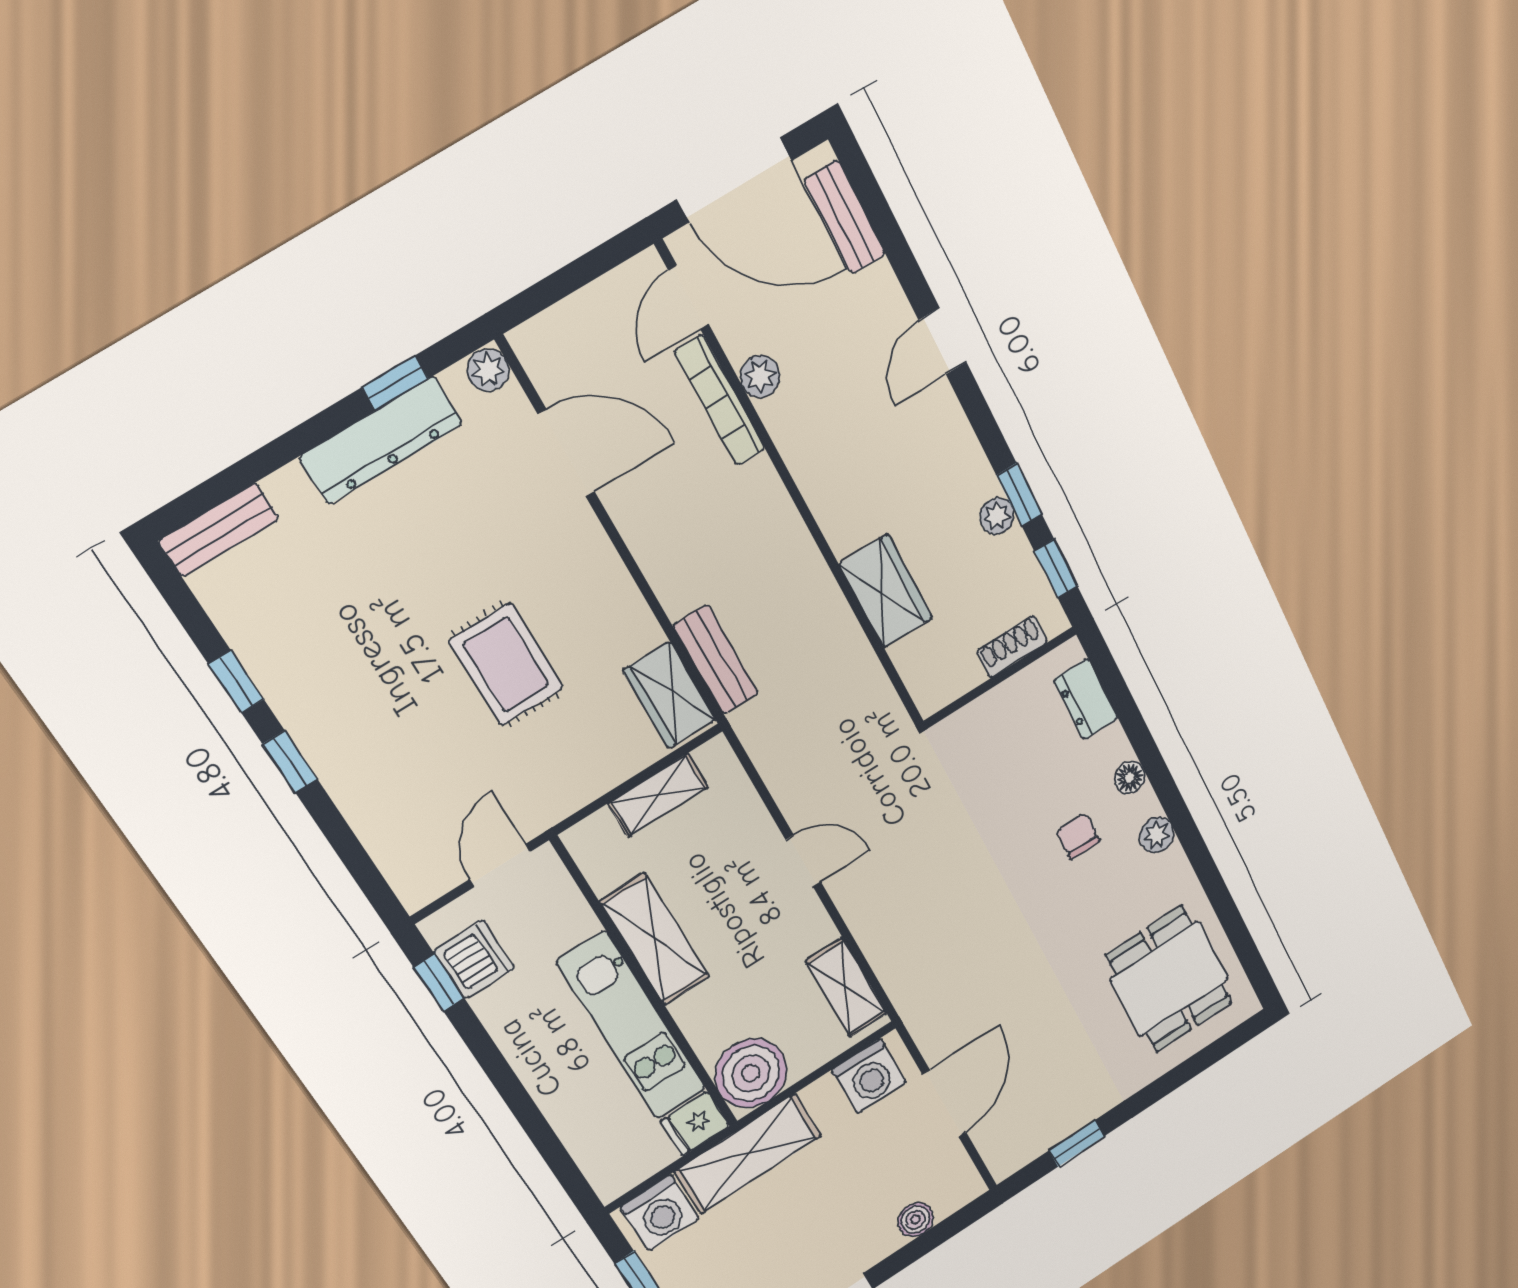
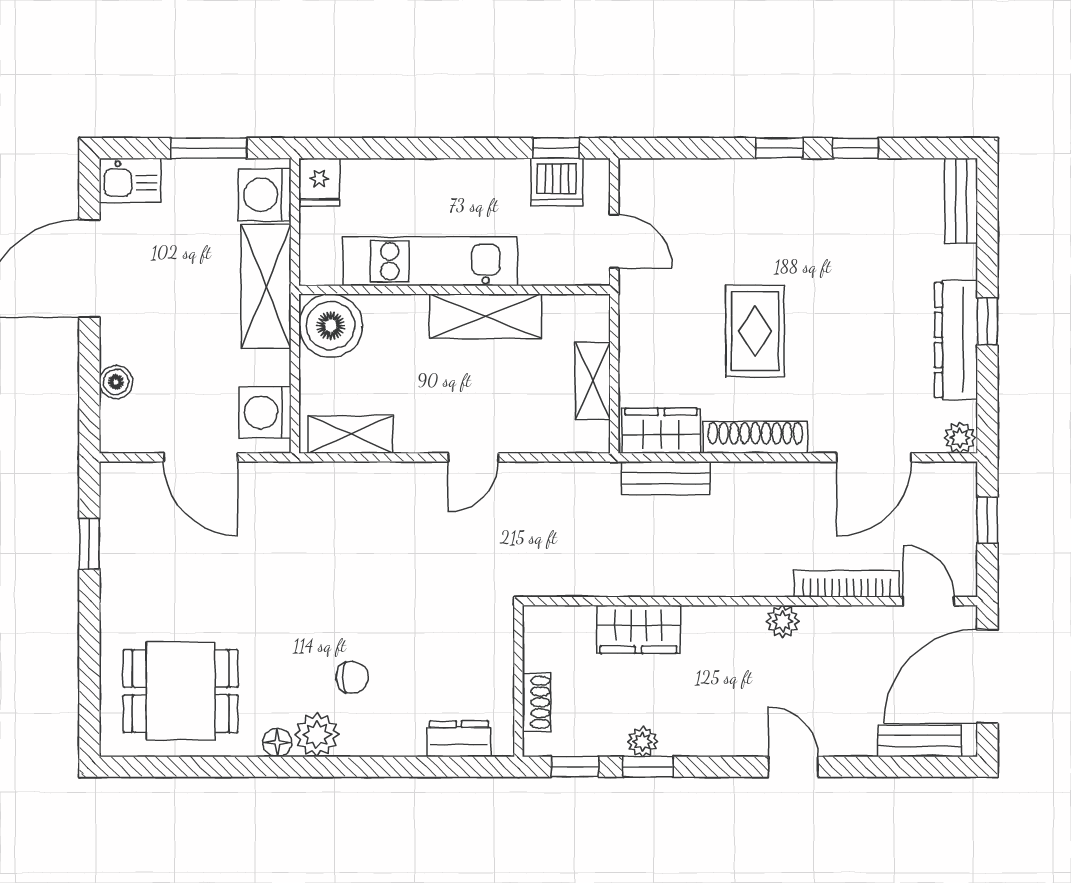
window: (562, 283) -> (987, 520), added
plant: (760, 376) -> (783, 621), moved
window: (395, 383) -> (987, 321), moved
shoe rack: (619, 594) -> (755, 437), added
rug: (506, 664) -> (755, 331), turned 90
floor lamp: (1130, 777) -> (277, 742), moved
plant: (1157, 835) -> (317, 735), width x1.38, depth x1.38
fridge: (695, 1124) -> (319, 182), moved, turned 180

